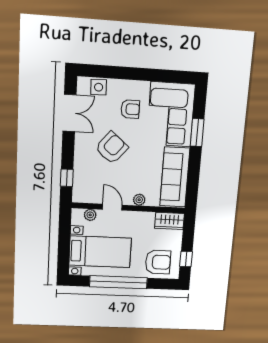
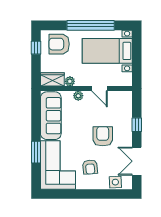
armchair: (130, 109) -> (90, 167), turned -95
armchair: (112, 148) -> (103, 136), turned 140
window: (67, 178) -> (137, 125), moved
plant: (90, 215) -> (70, 81), moved

